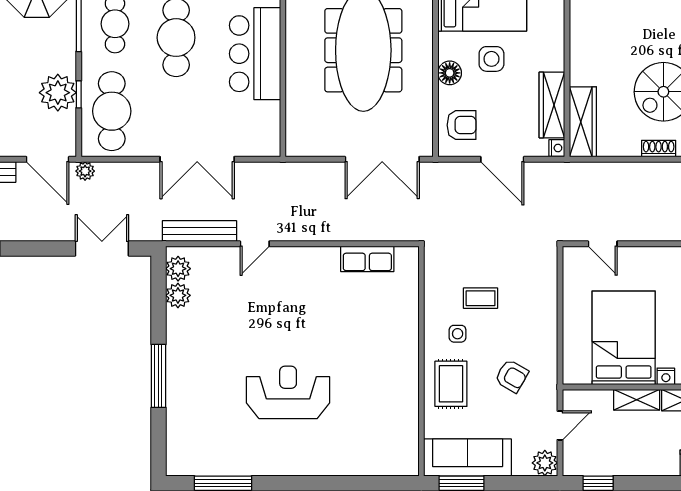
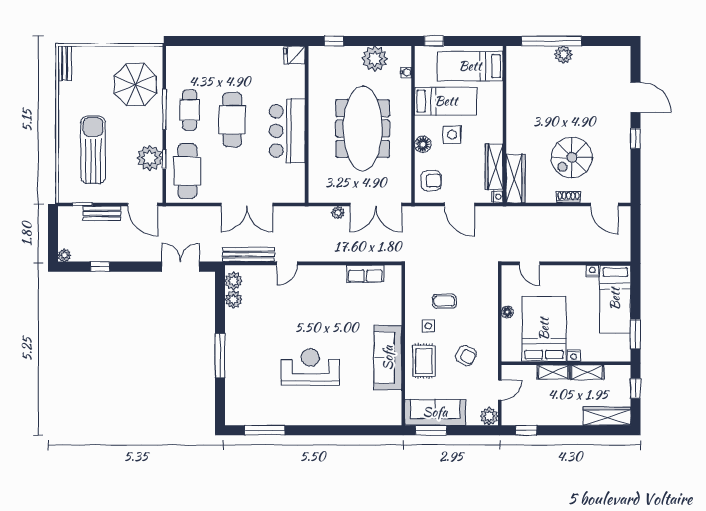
plant: (85, 171) -> (338, 213), moved
floor lamp: (571, 313) -> (507, 312), added
sofa: (399, 379) -> (388, 358), added

